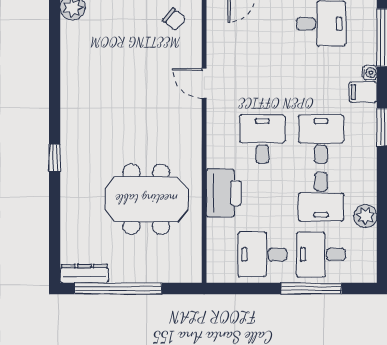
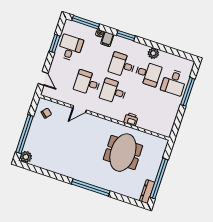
window: (55, 158) -> (91, 187), width x3.17
printer: (224, 193) -> (131, 119), width x0.53, depth x0.68
plant: (365, 216) -> (153, 53), moved
desk: (262, 254) -> (87, 83), moved, turned 90

